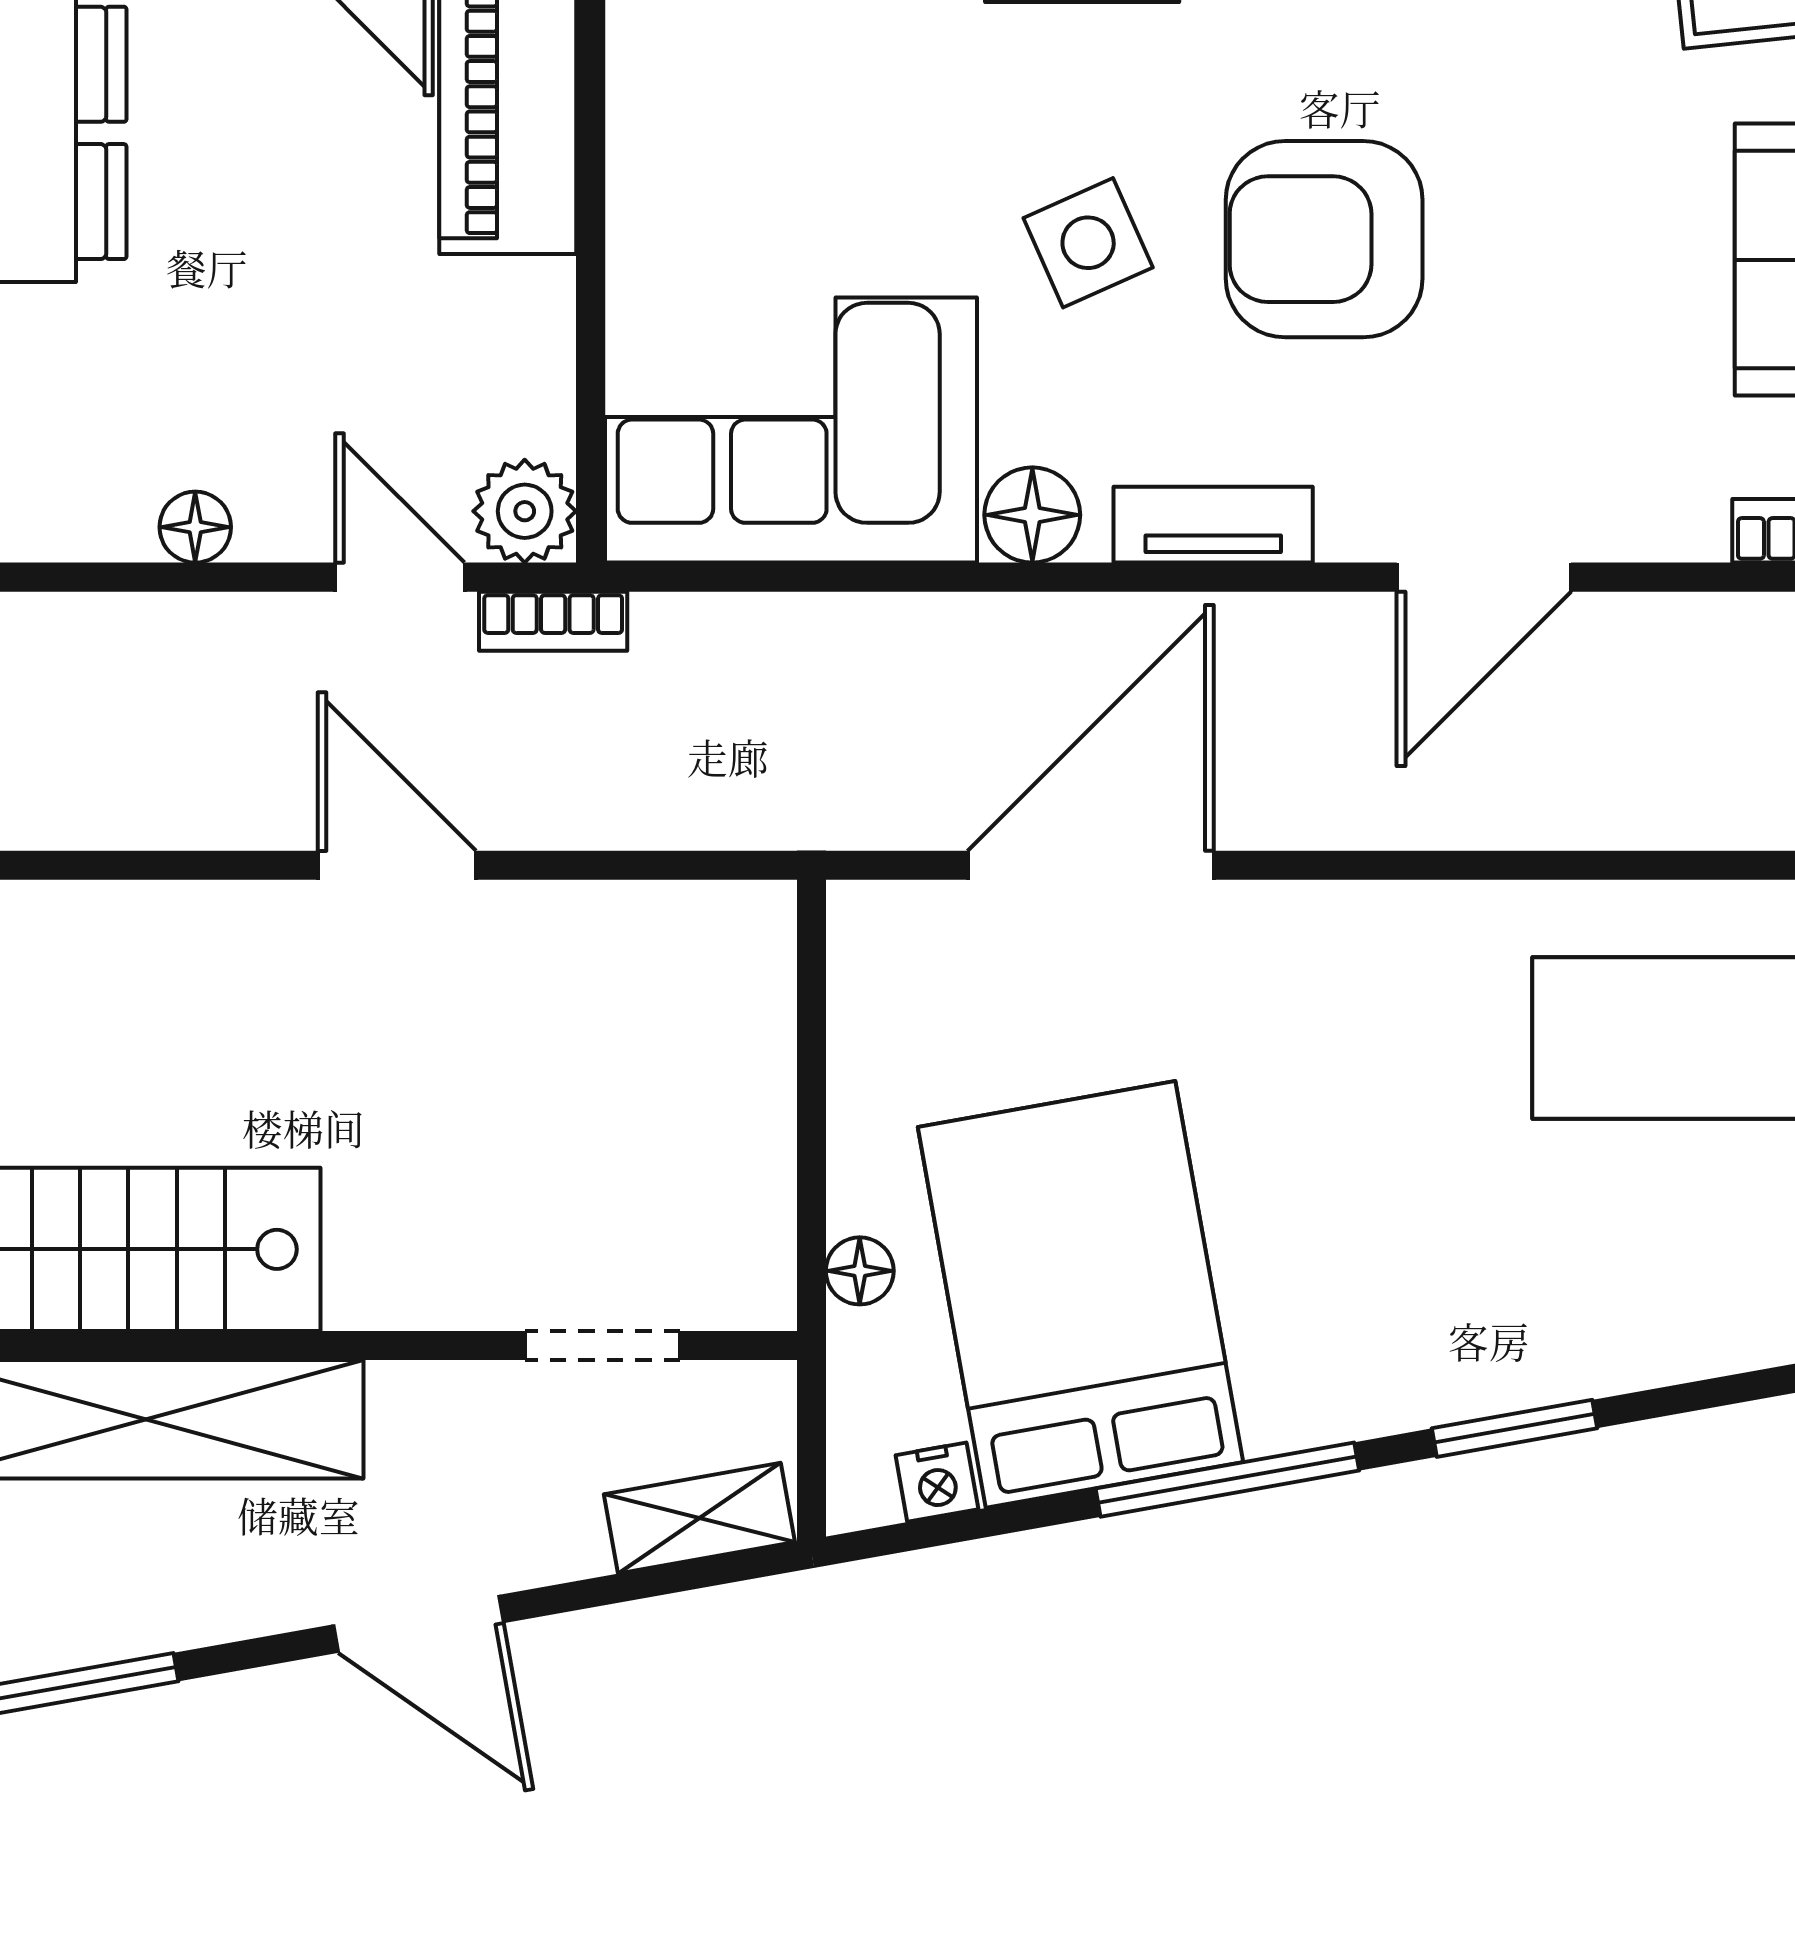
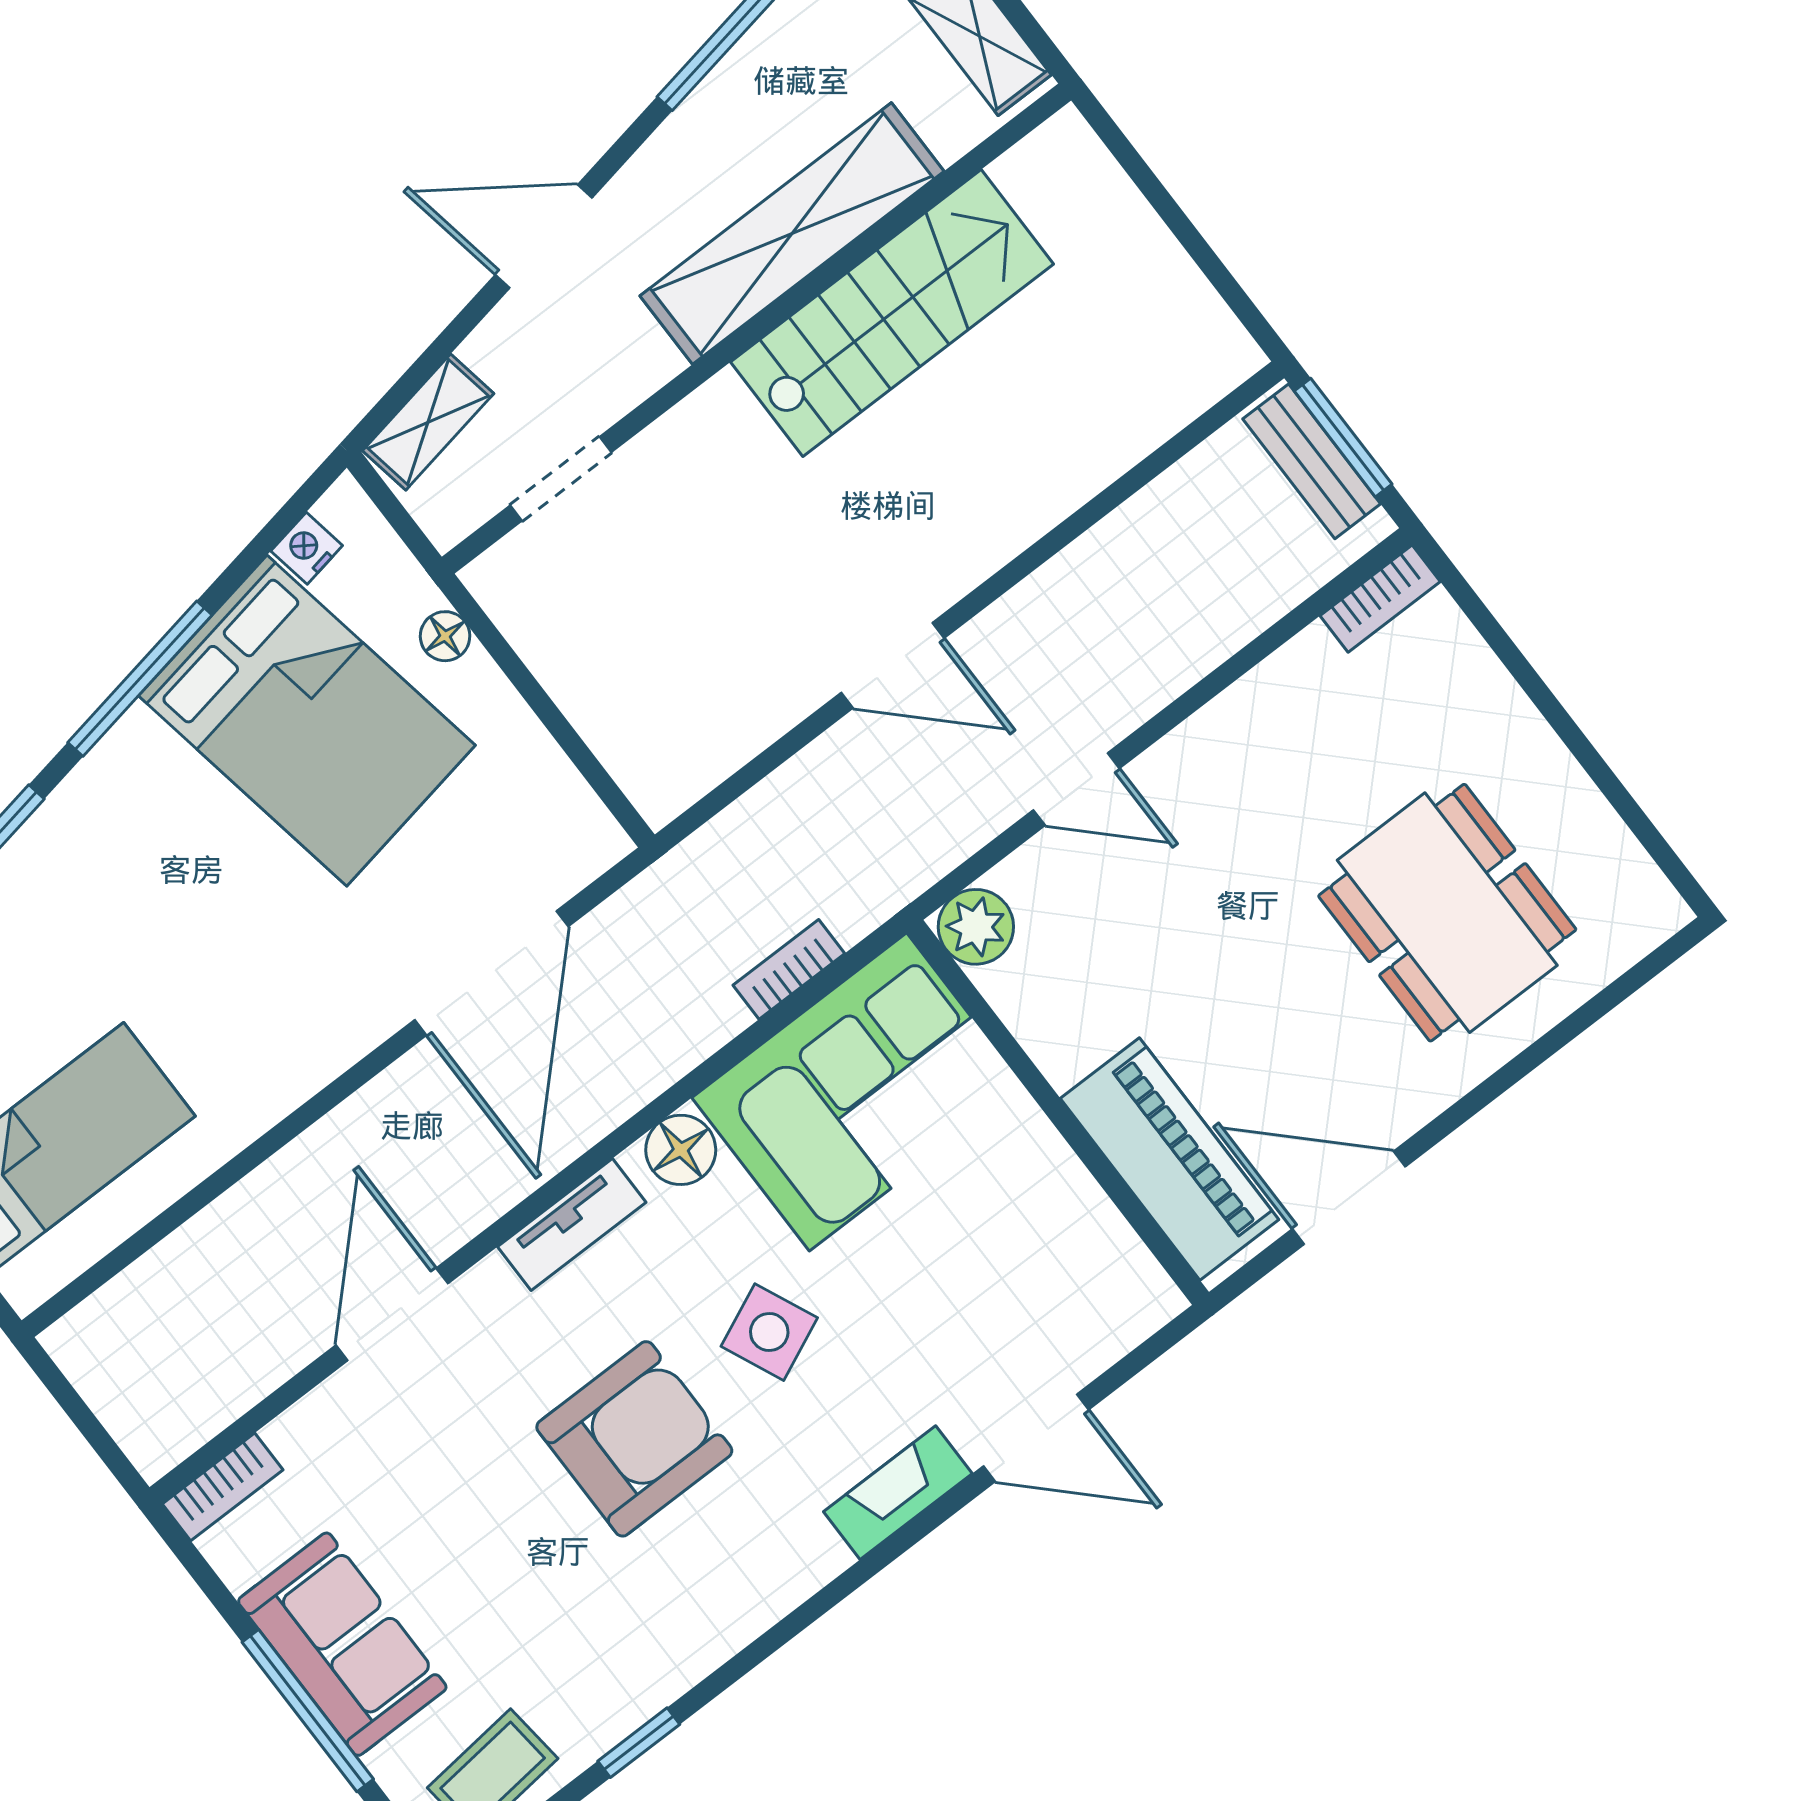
floor lamp: (195, 527) -> (1159, 771), removed
door: (400, 577) -> (1076, 789), moved
bookcase: (553, 621) -> (789, 969), moved

